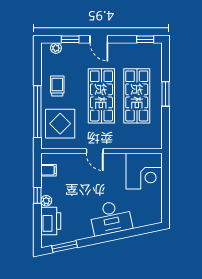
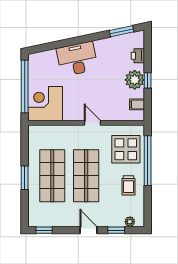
window: (166, 189) -> (25, 86), added
plant: (46, 201) -> (135, 80), width x1.88, depth x1.88
printer: (51, 221) -> (138, 56), width x0.53, depth x0.68

